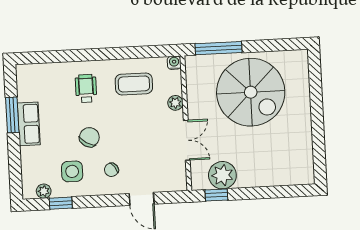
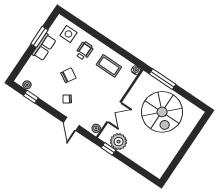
plant: (175, 103) -> (96, 128), moved
side table: (72, 171) -> (68, 34), moved

